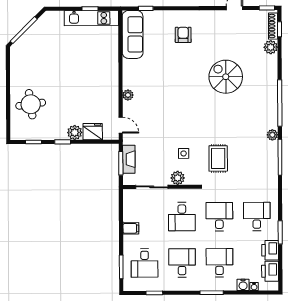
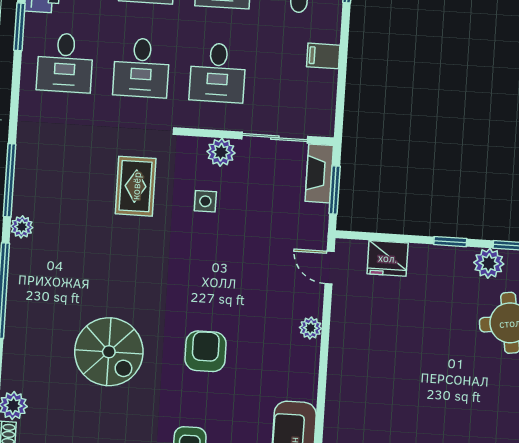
armchair: (179, 80) -> (205, 351), added
plant: (75, 132) -> (489, 263), moved
fireplace: (129, 159) -> (319, 173), moved
desk: (182, 217) -> (218, 73), turned 180

